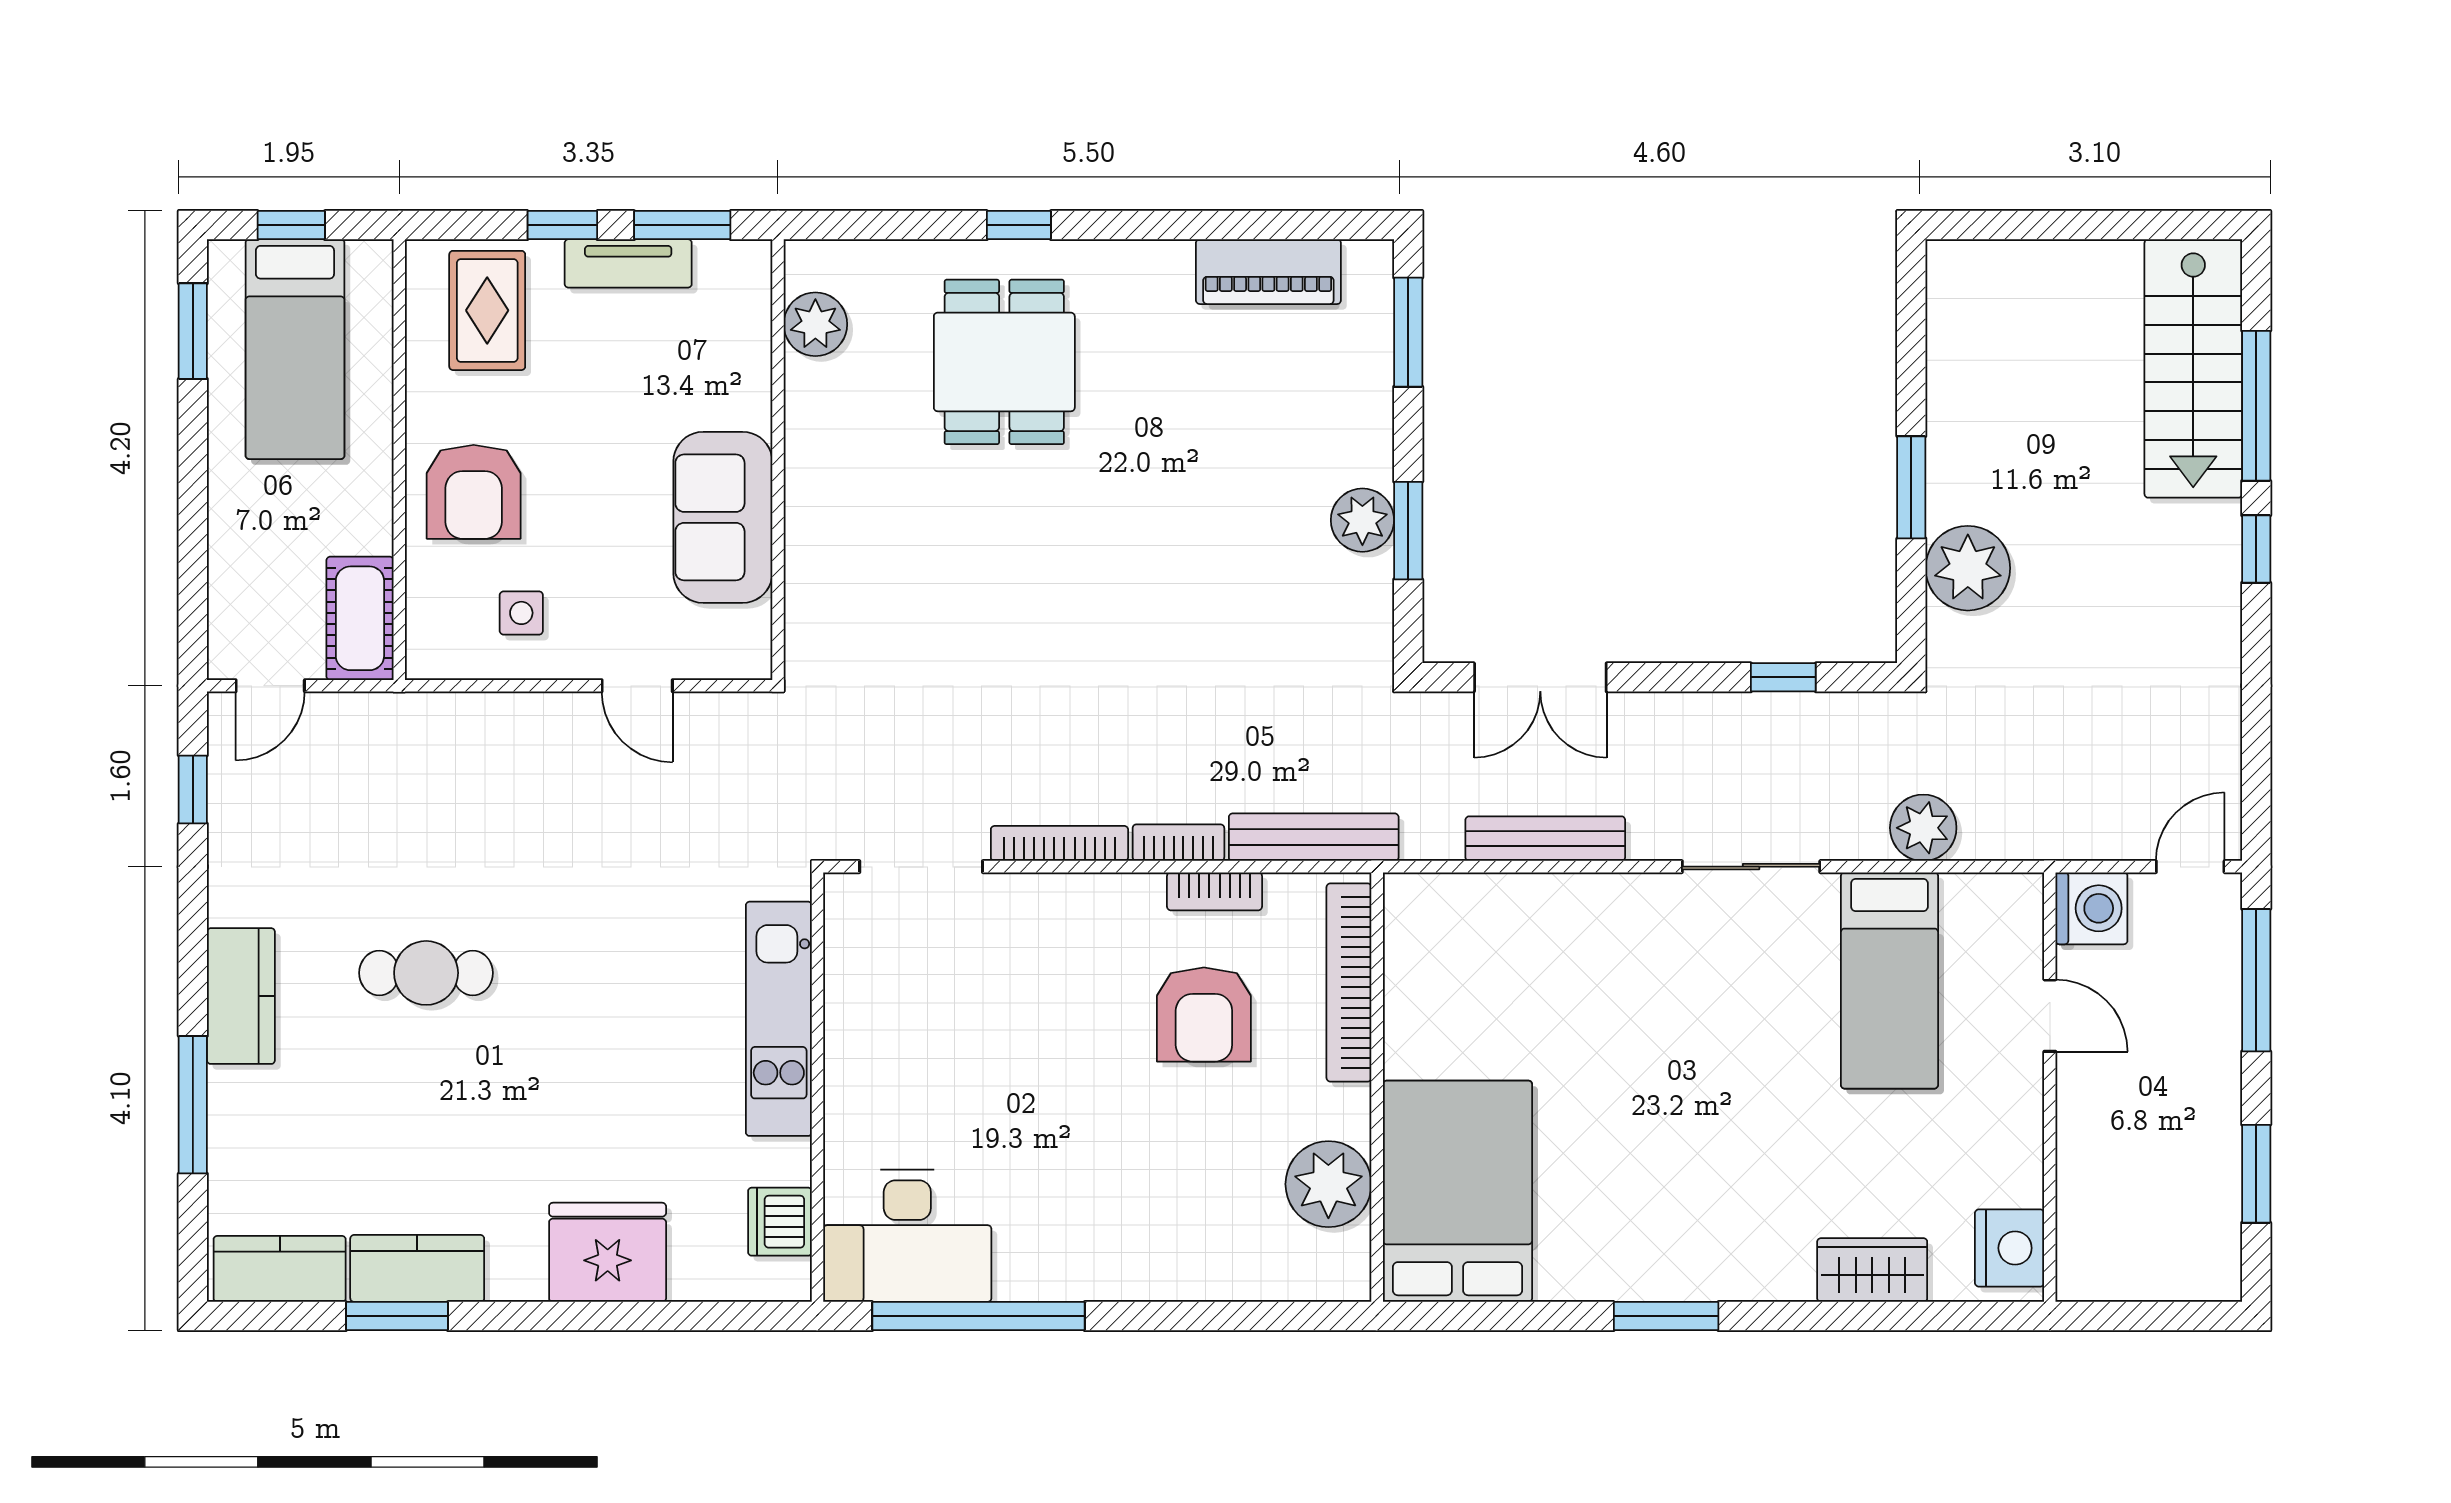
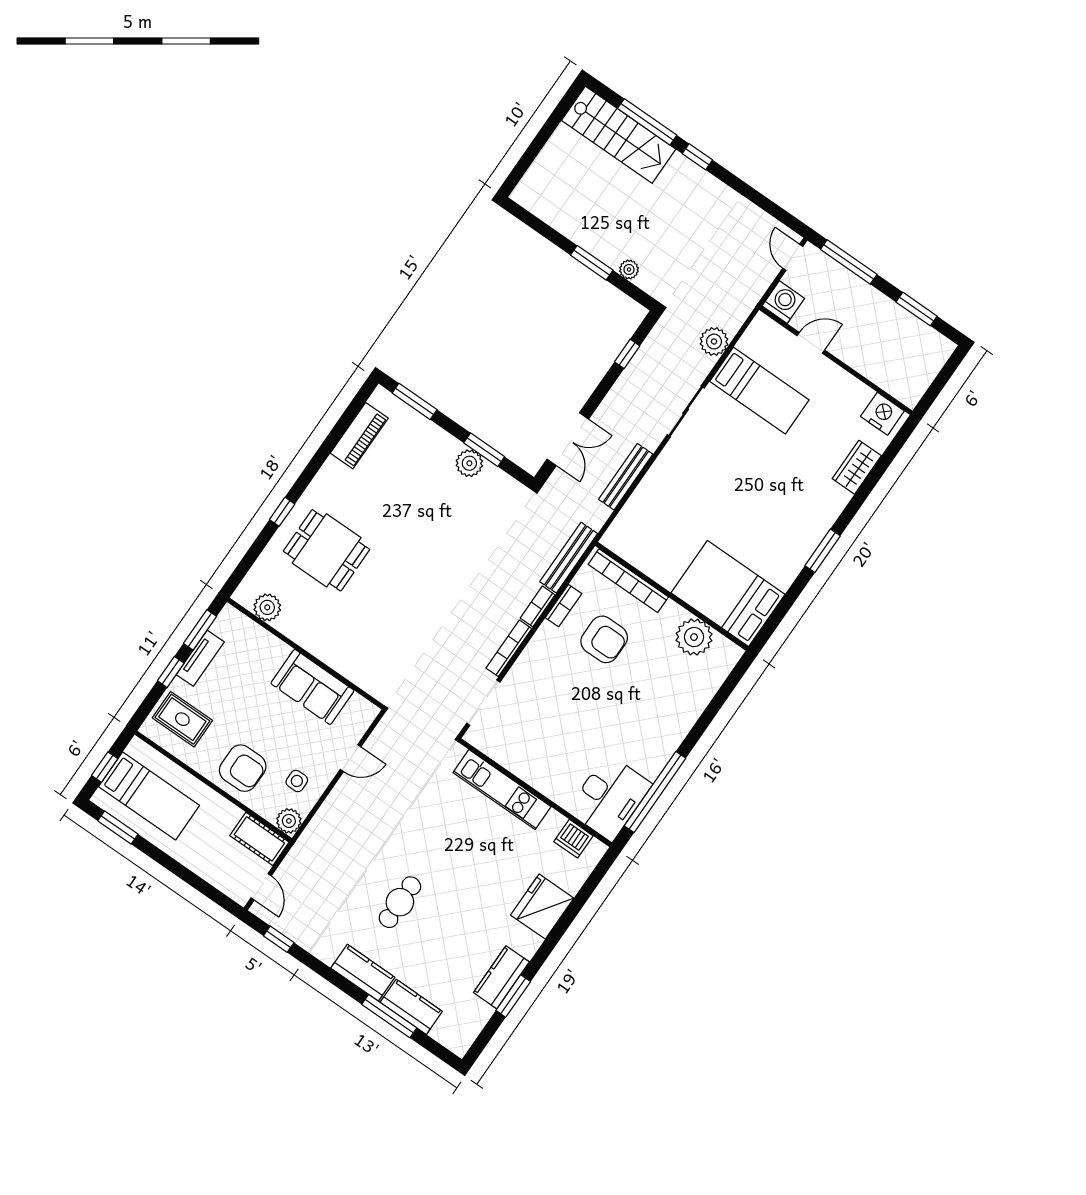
plant: (1968, 568) -> (629, 269), width x0.53, depth x0.53
plant: (434, 651) -> (289, 821), added
kitchen counter: (280, 1269) -> (411, 1007), moved, turned 90

